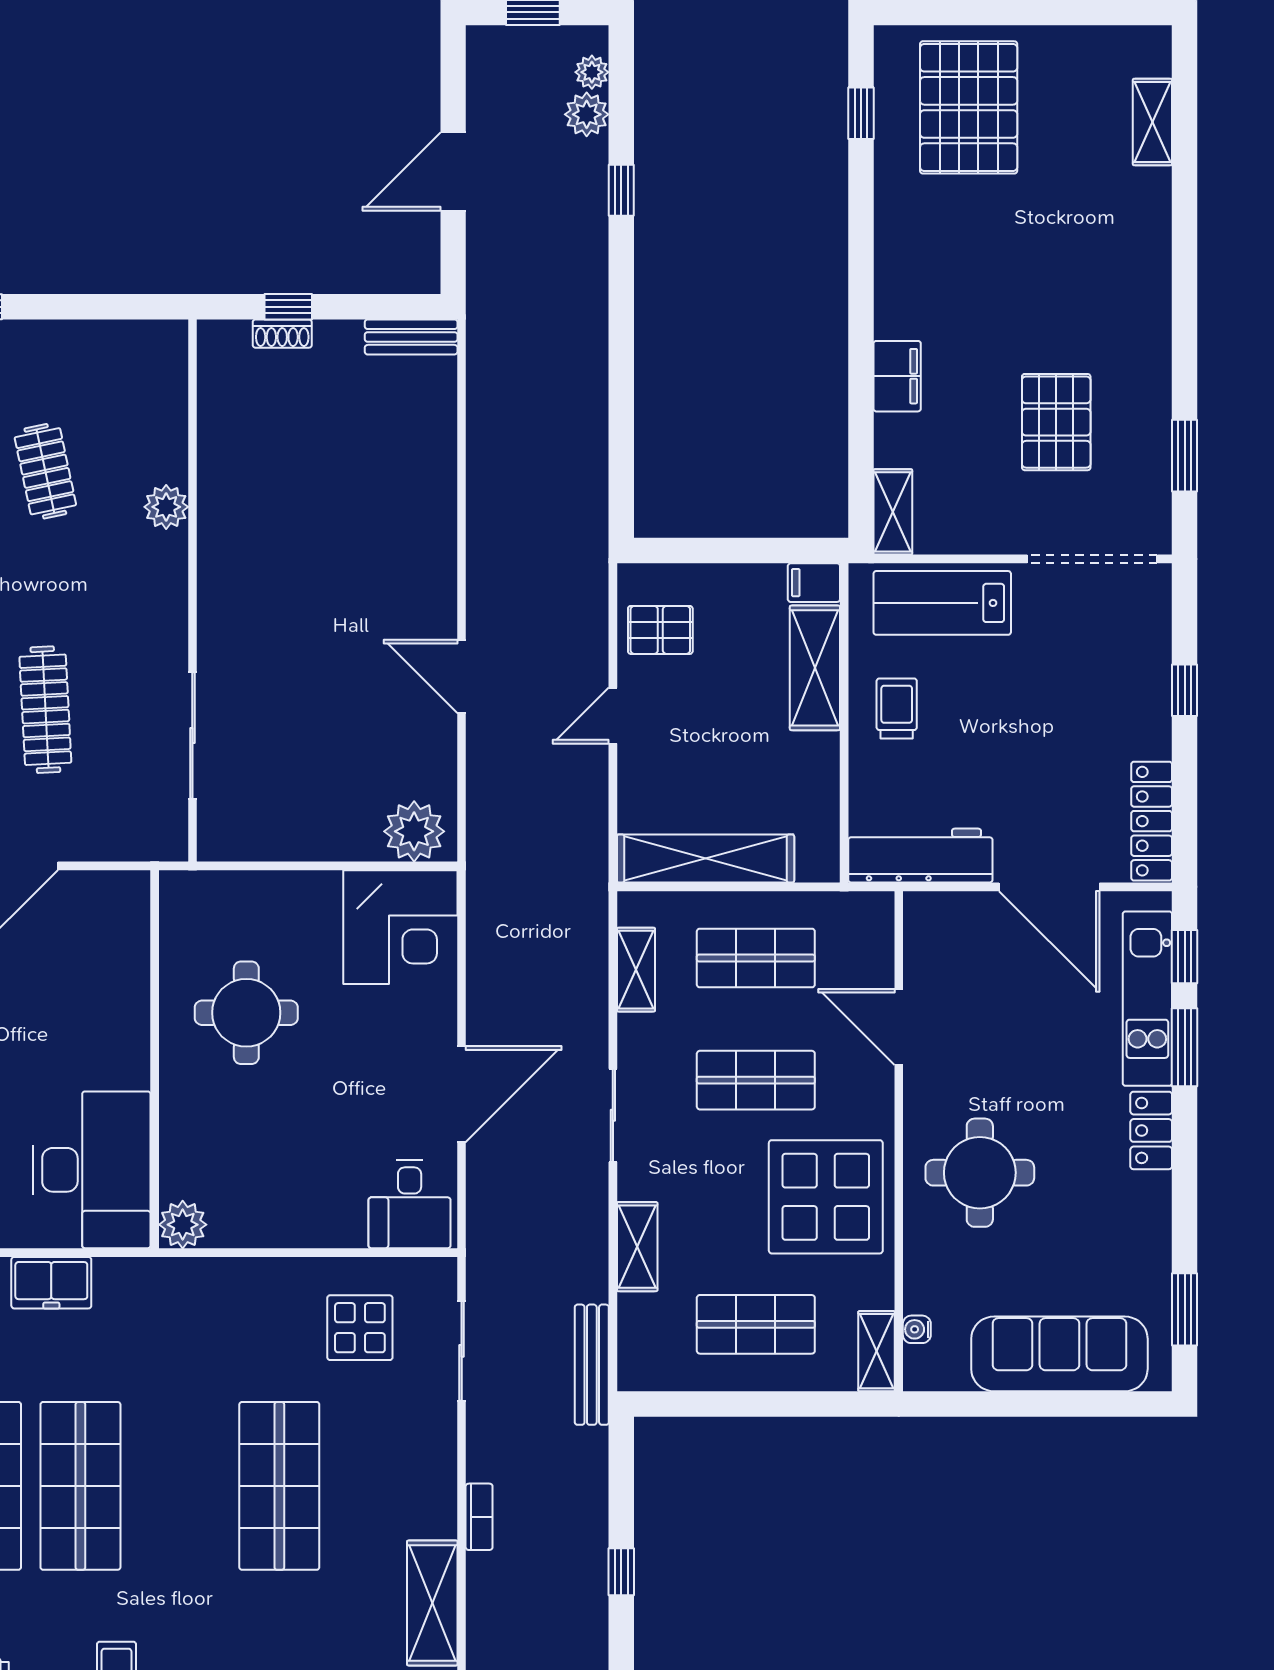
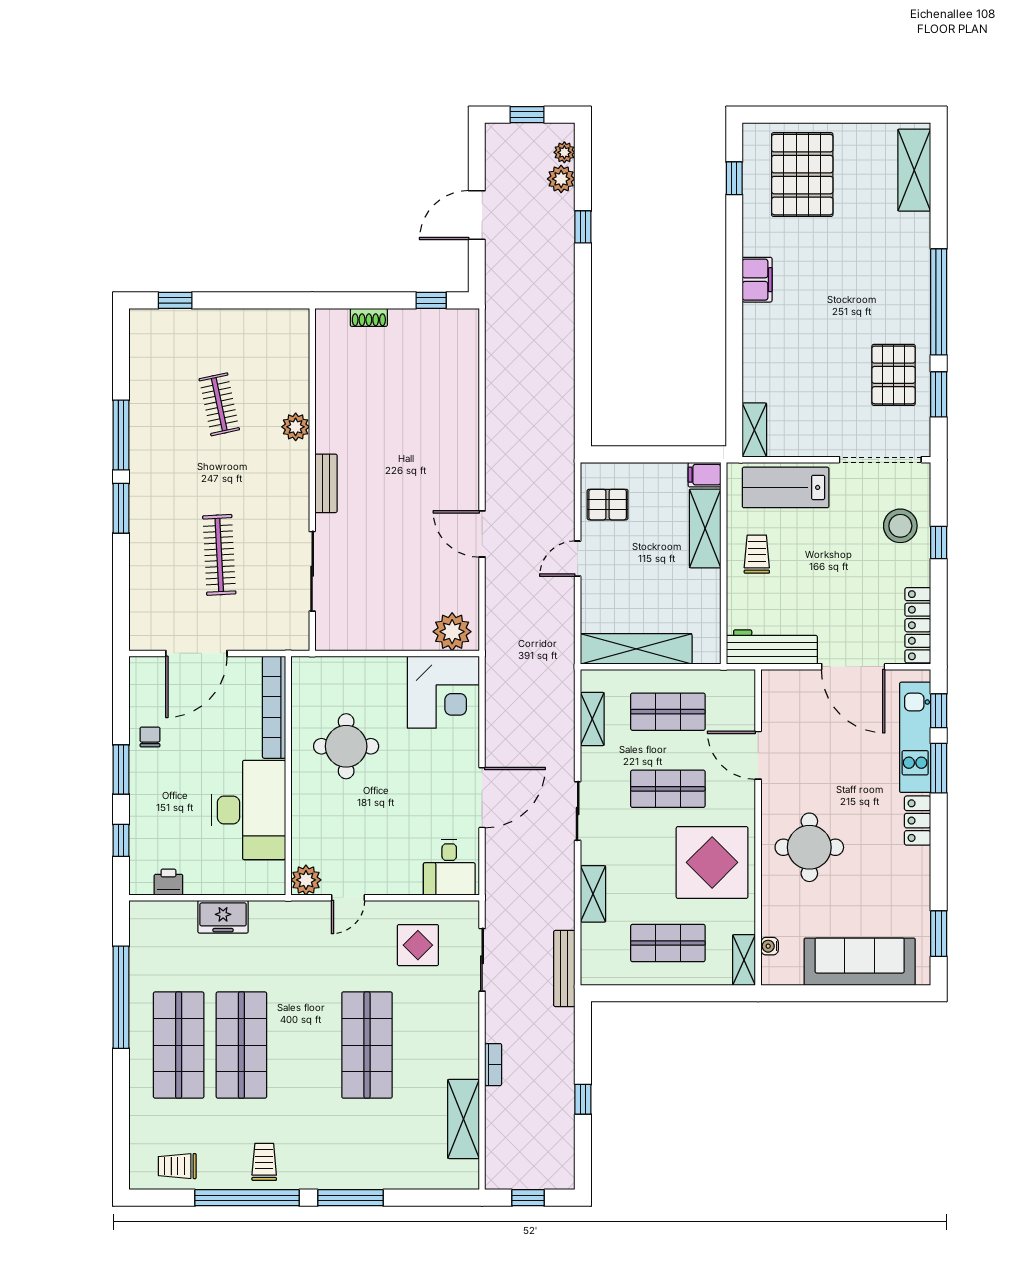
shelving: (1152, 122) -> (914, 170), width x1.50, depth x1.33
window: (288, 307) -> (431, 300), moved
window: (1185, 309) -> (939, 302), added
bench: (411, 337) -> (326, 483), moved, turned 90
filing cabinet: (897, 376) -> (757, 280), moved
pallet: (1056, 422) -> (894, 375), moved
stool: (1124, 664) -> (900, 526), added
bookcase: (132, 951) -> (274, 707), added
desk: (92, 1170) -> (248, 810), moved
door: (249, 1253) -> (348, 898), added

